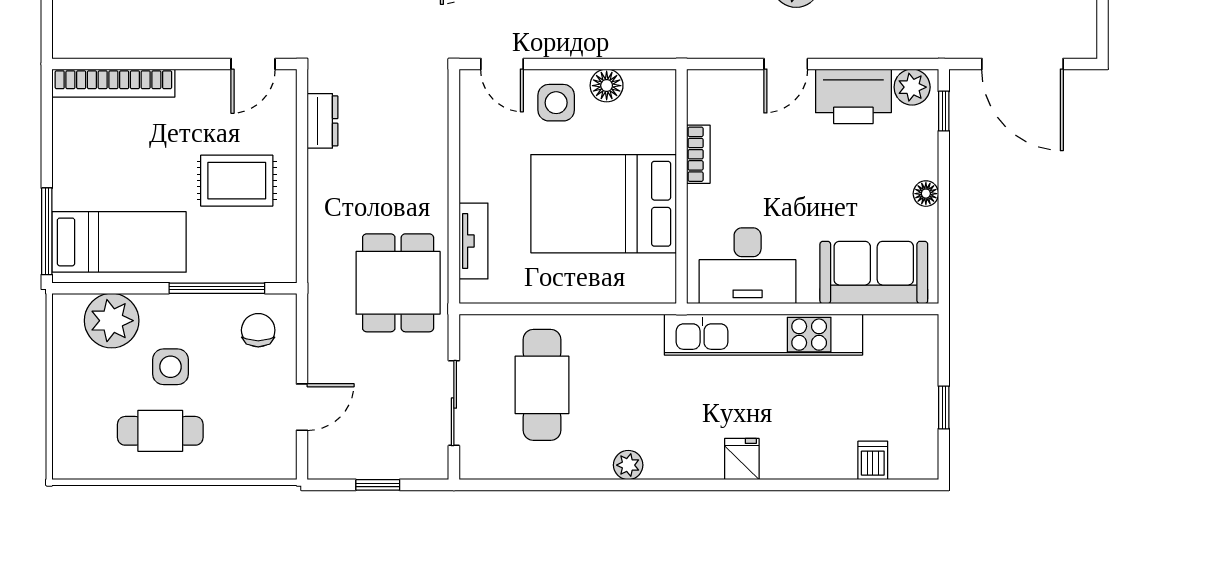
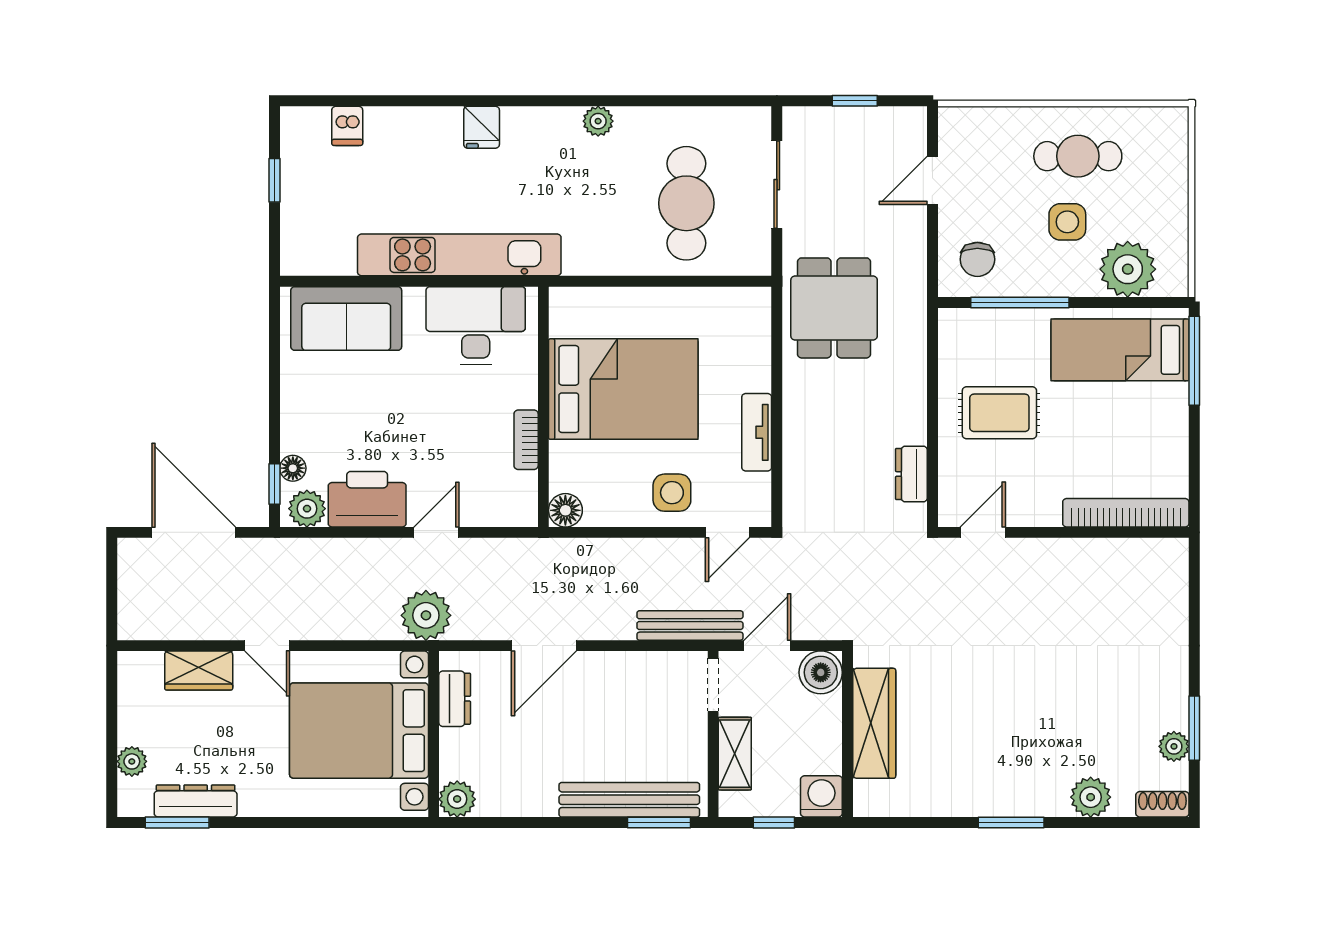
door: (502, 64) -> (727, 532), swing flipped
floor lamp: (607, 86) -> (565, 510), moved
floor lamp: (926, 194) -> (293, 468), moved
tv unit: (474, 241) -> (757, 432), moved

